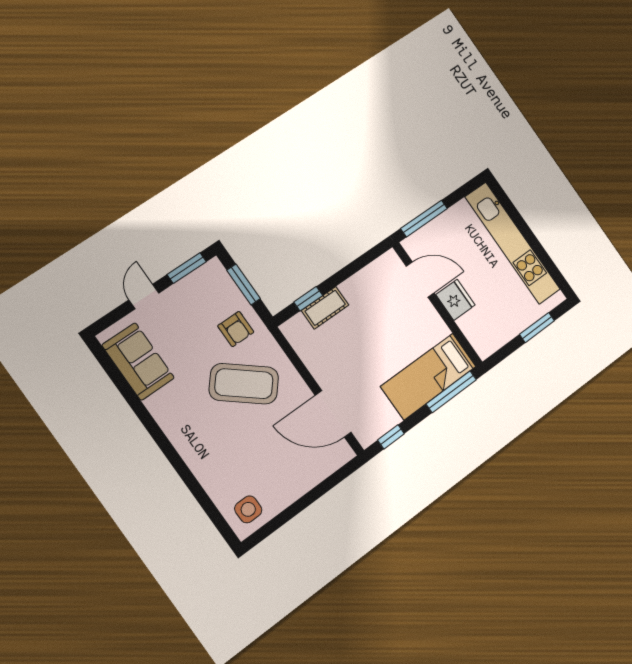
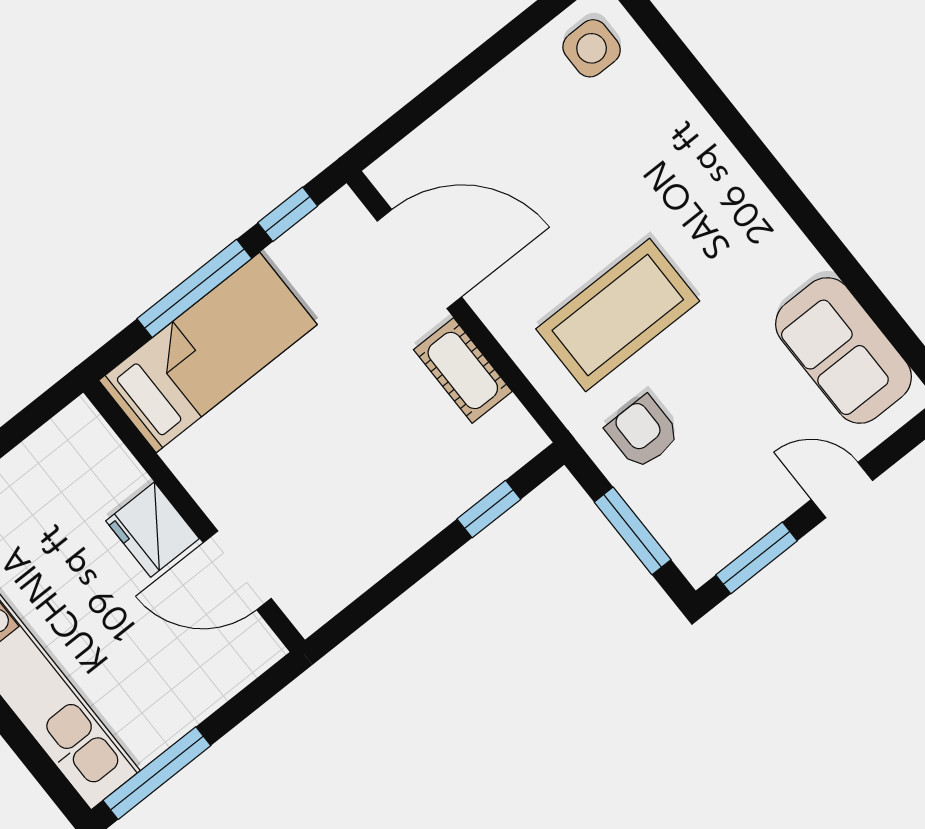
window: (424, 218) -> (157, 773), moved
door: (144, 296) -> (842, 490), swing flipped
cot: (325, 308) -> (463, 370), moved, turned 90
coffee table: (244, 384) -> (618, 315), turned -40
window: (451, 392) -> (194, 288), moved

